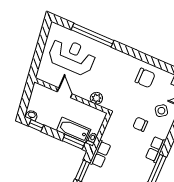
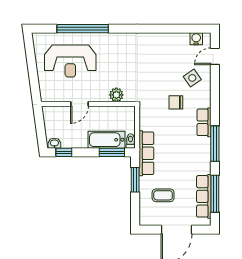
reception desk: (72, 56) -> (70, 61), turned 180
chair: (145, 78) -> (159, 50), removed
door: (65, 93) -> (80, 104), swing flipped
row of seats: (100, 154) -> (146, 153), width x1.48

